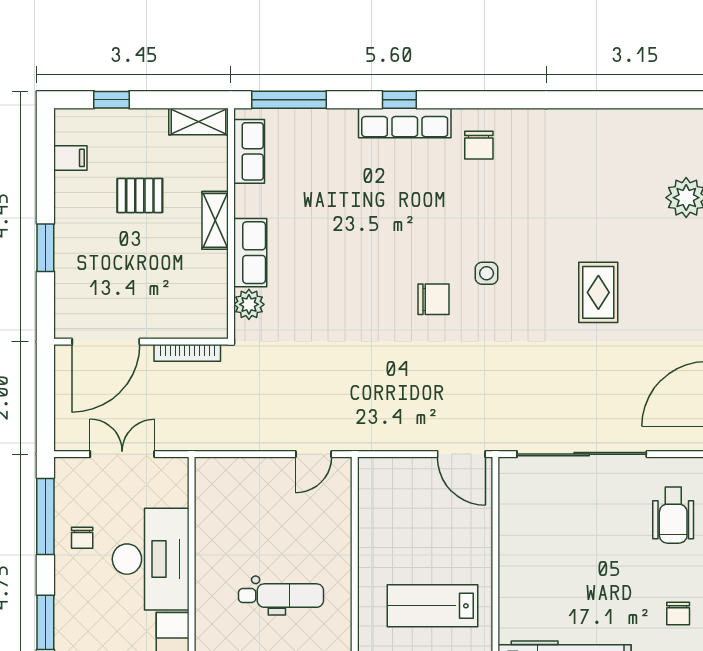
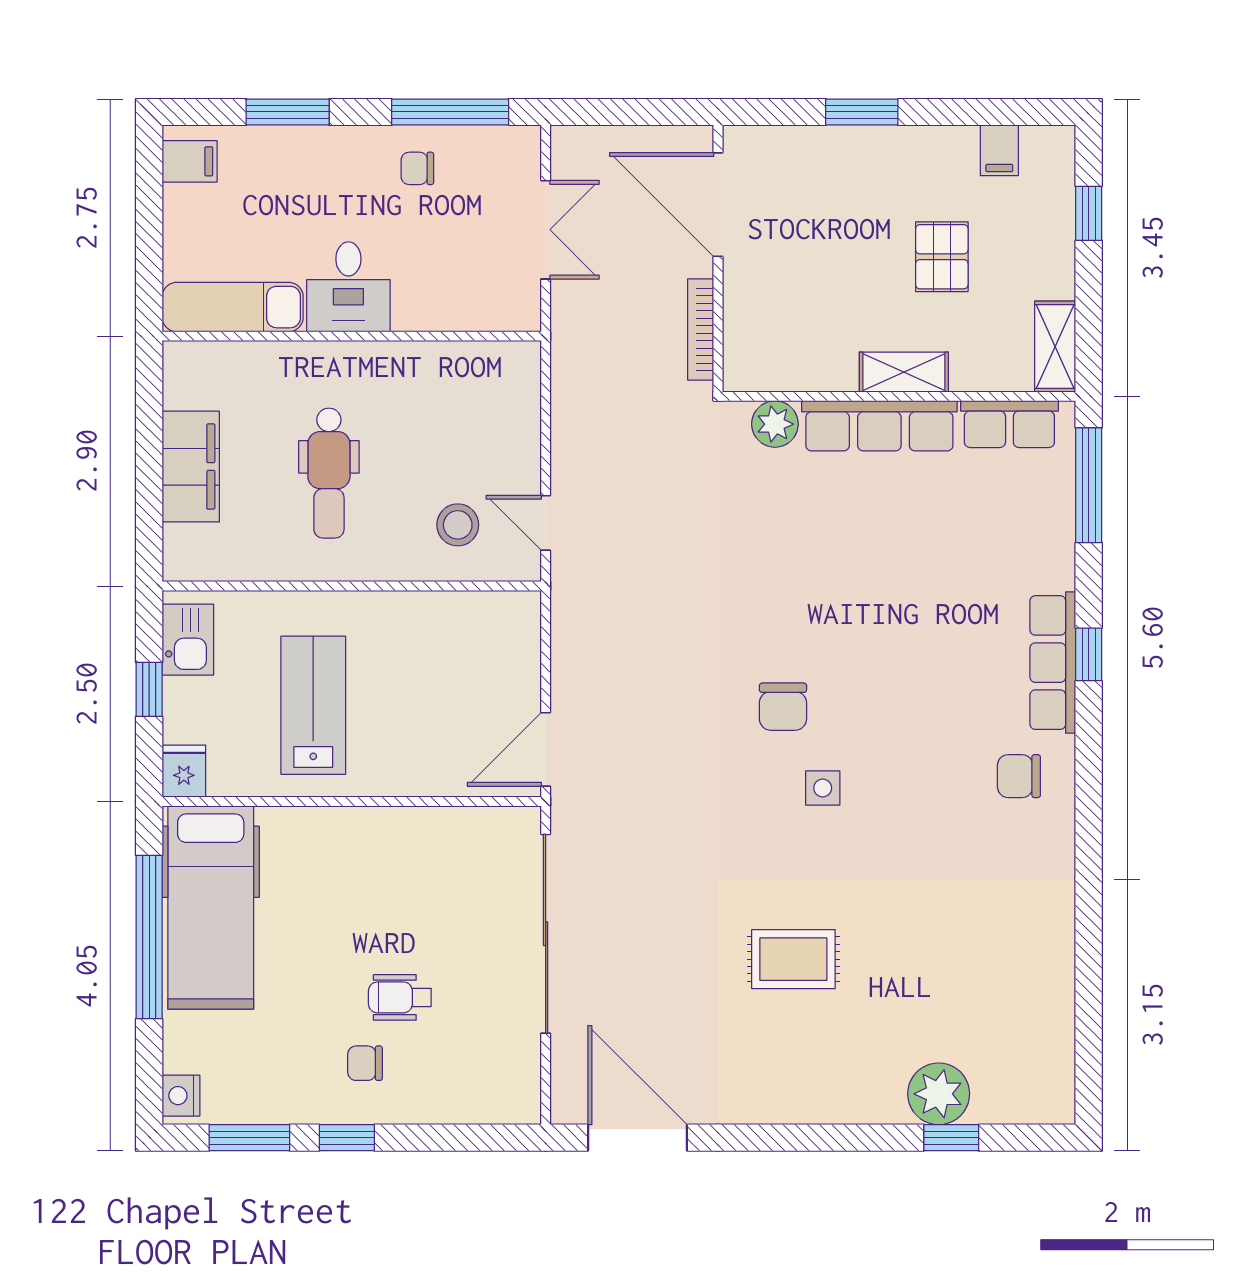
row of seats: (250, 253) -> (879, 426), width x1.48
stool: (315, 511) -> (458, 525), added
wheelchair: (673, 515) -> (400, 997), moved, width x0.73, depth x0.73
desk: (151, 559) -> (348, 287), width x0.53, depth x0.77
chair: (678, 614) -> (365, 1063), moved

